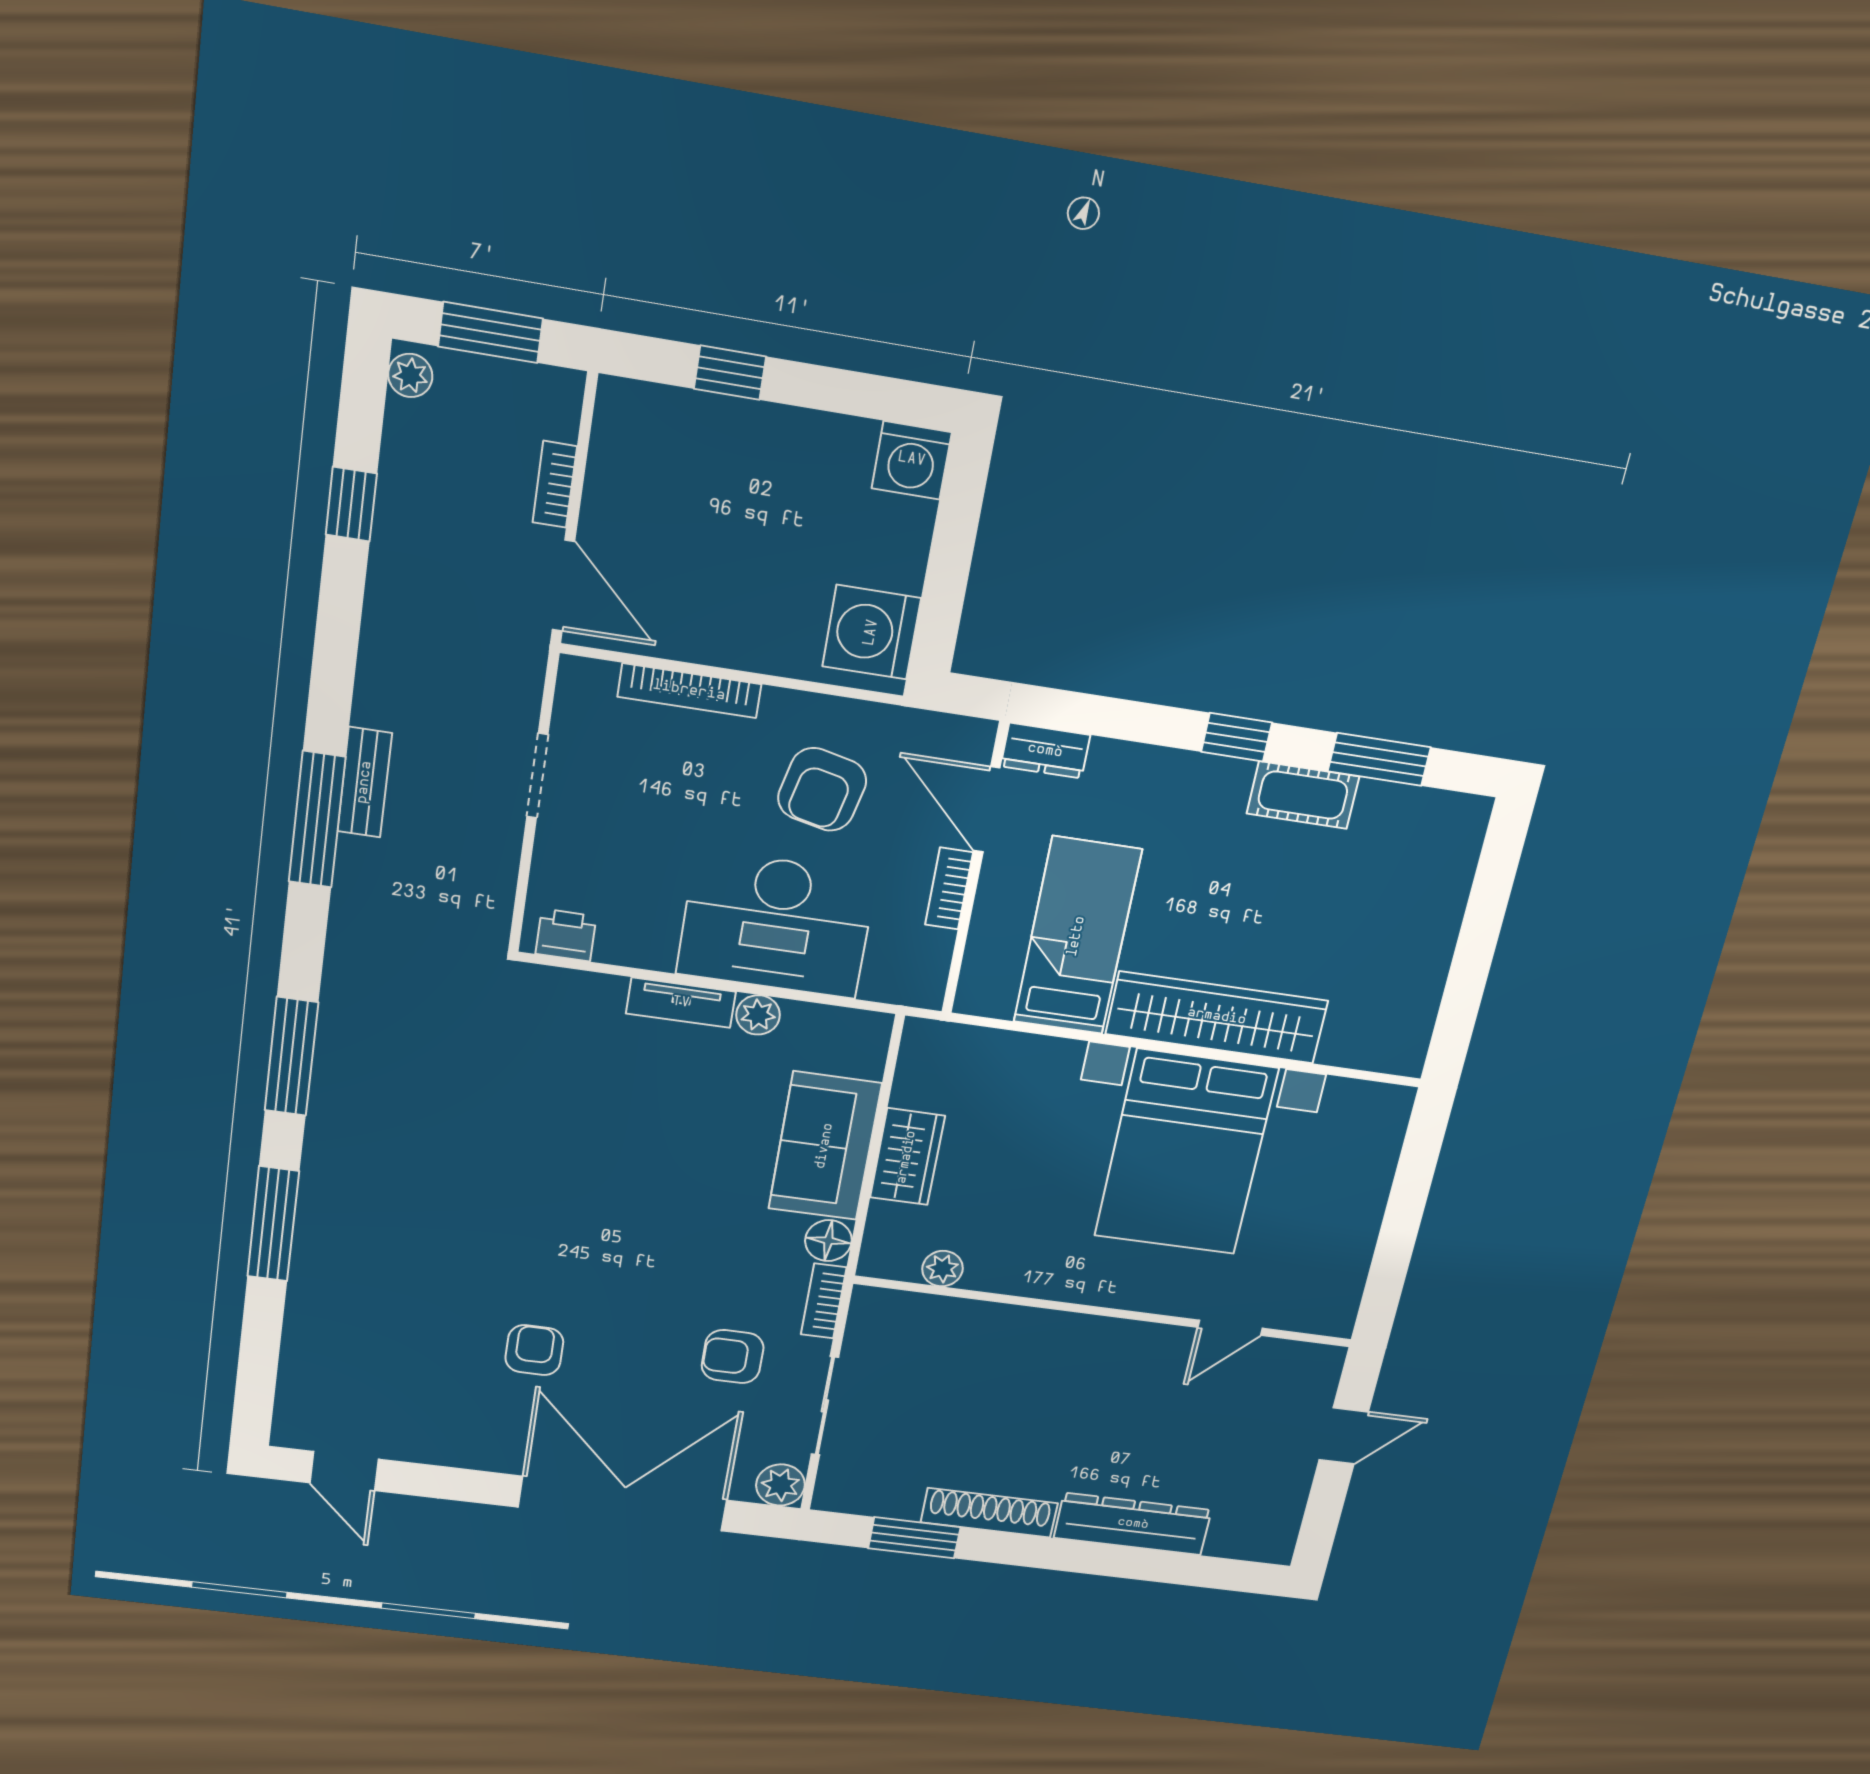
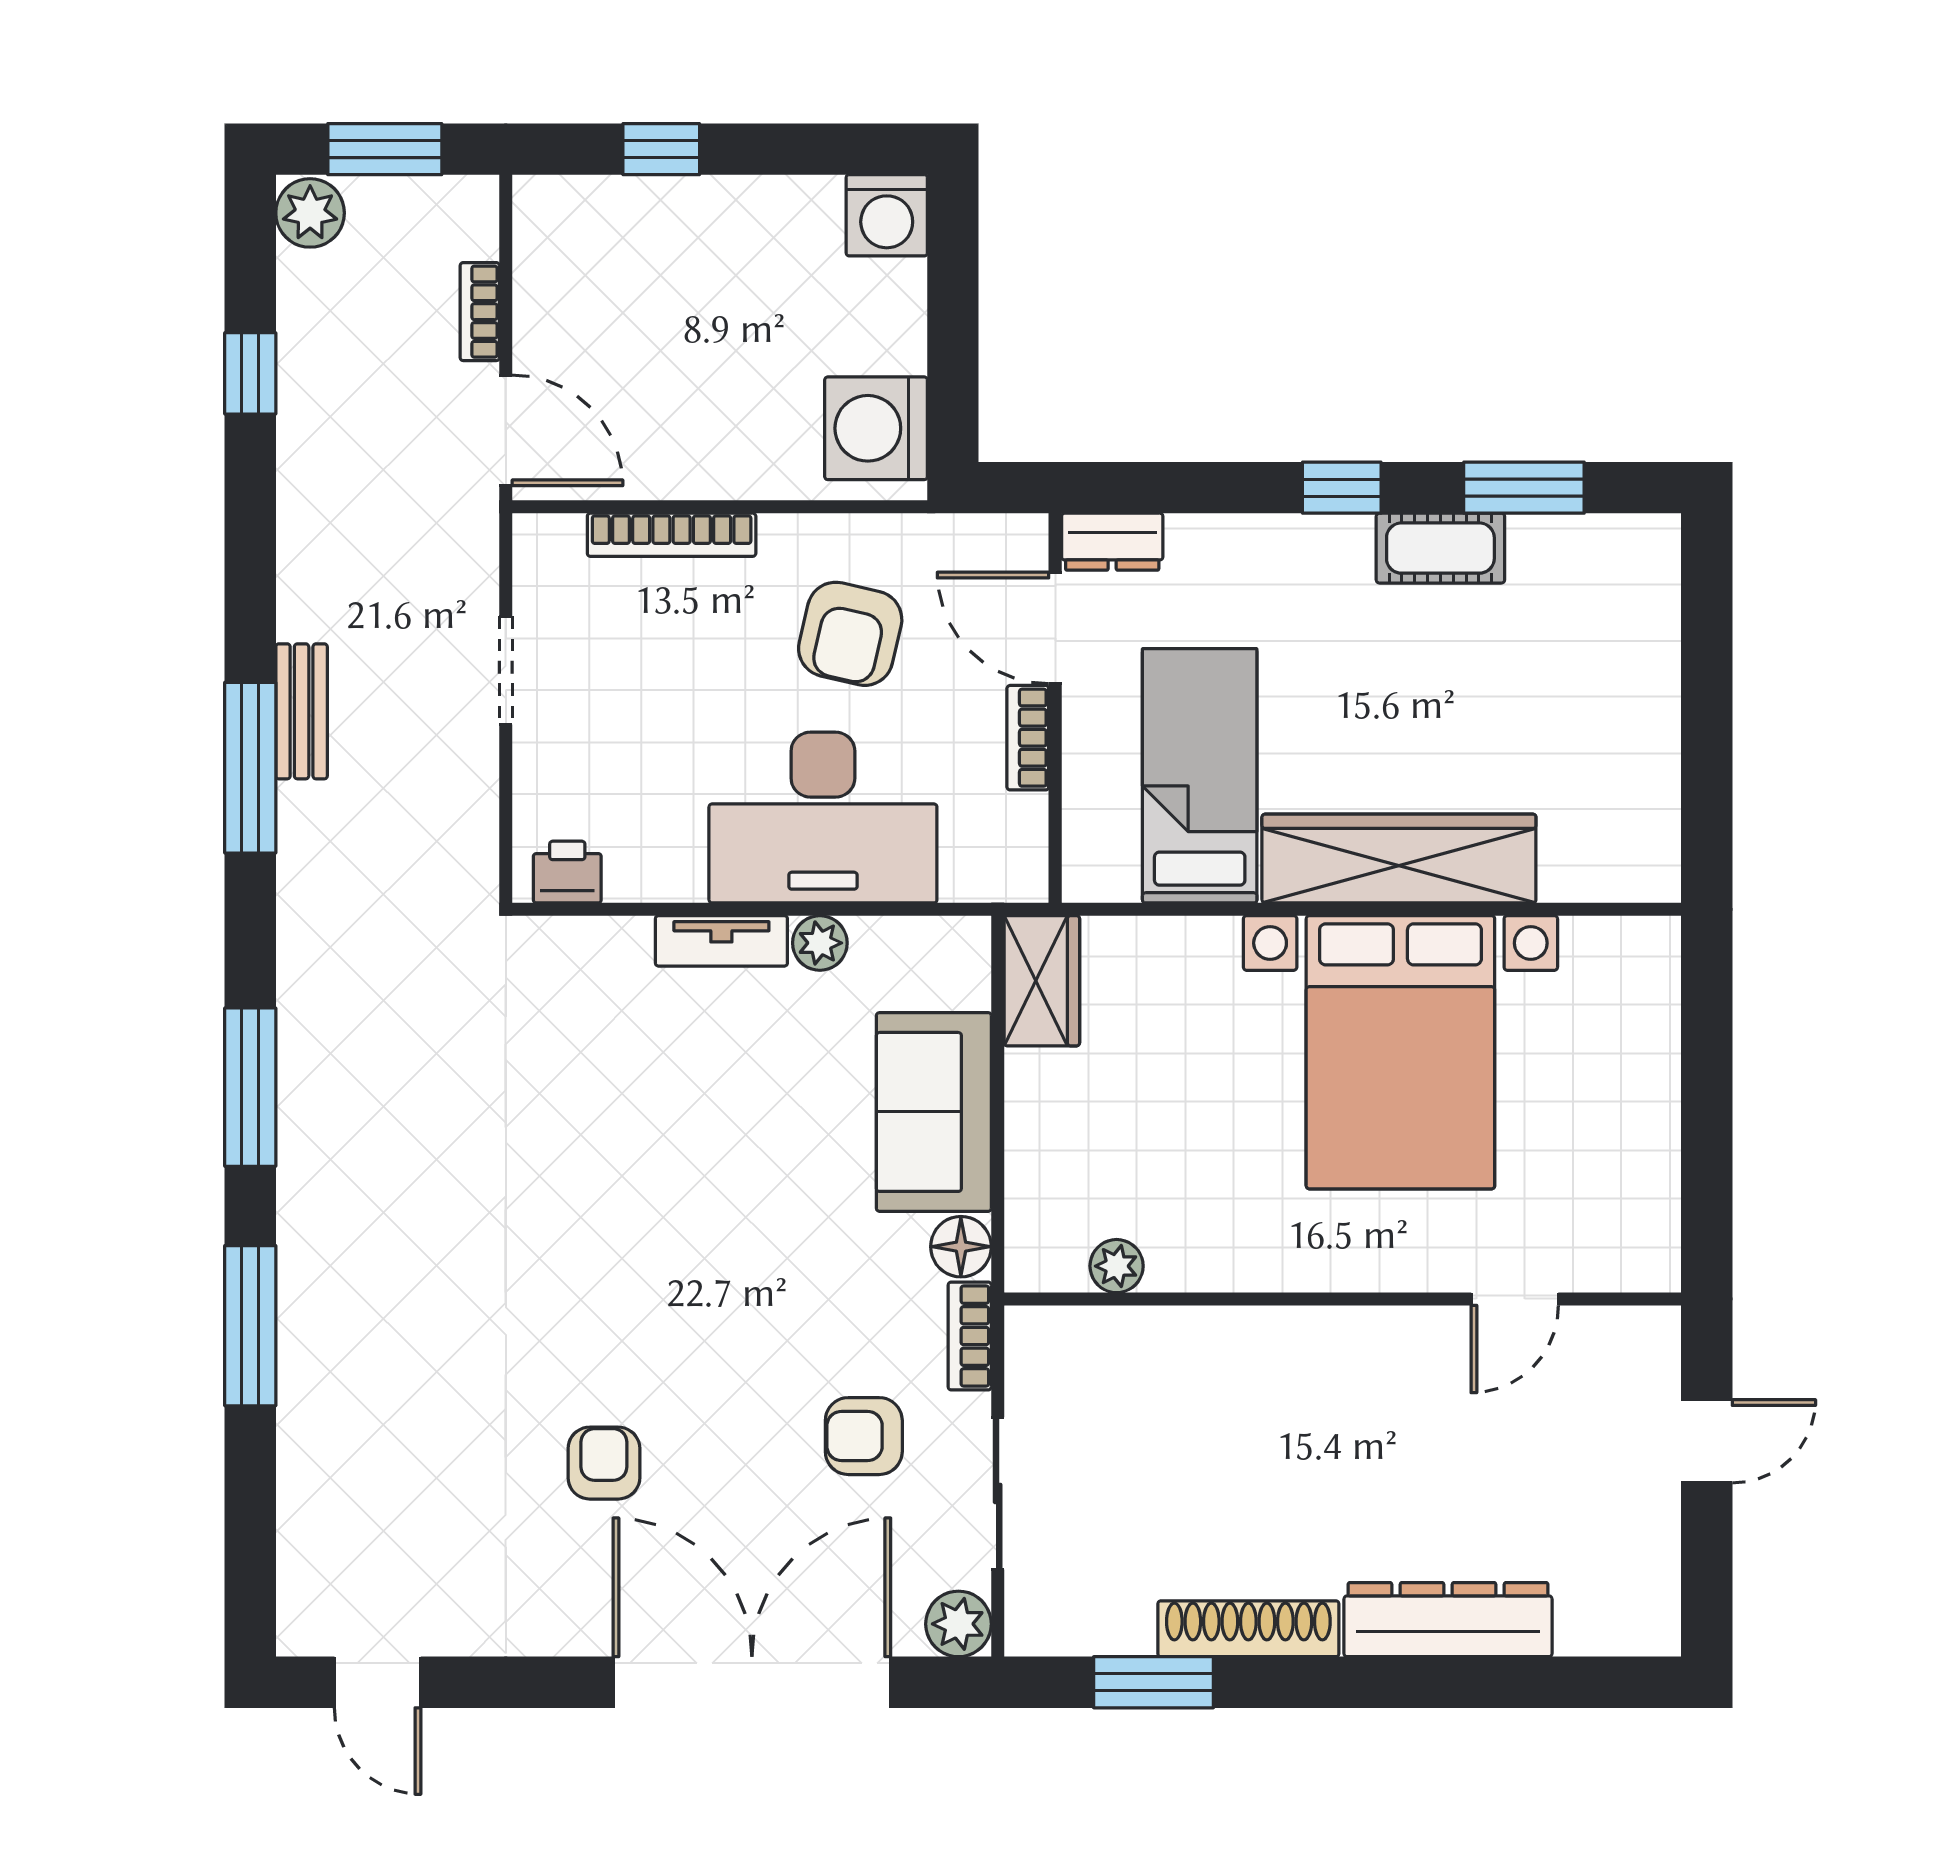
plant: (410, 375) -> (310, 213), width x1.38, depth x1.38
wardrobe: (907, 1157) -> (1042, 981), moved

